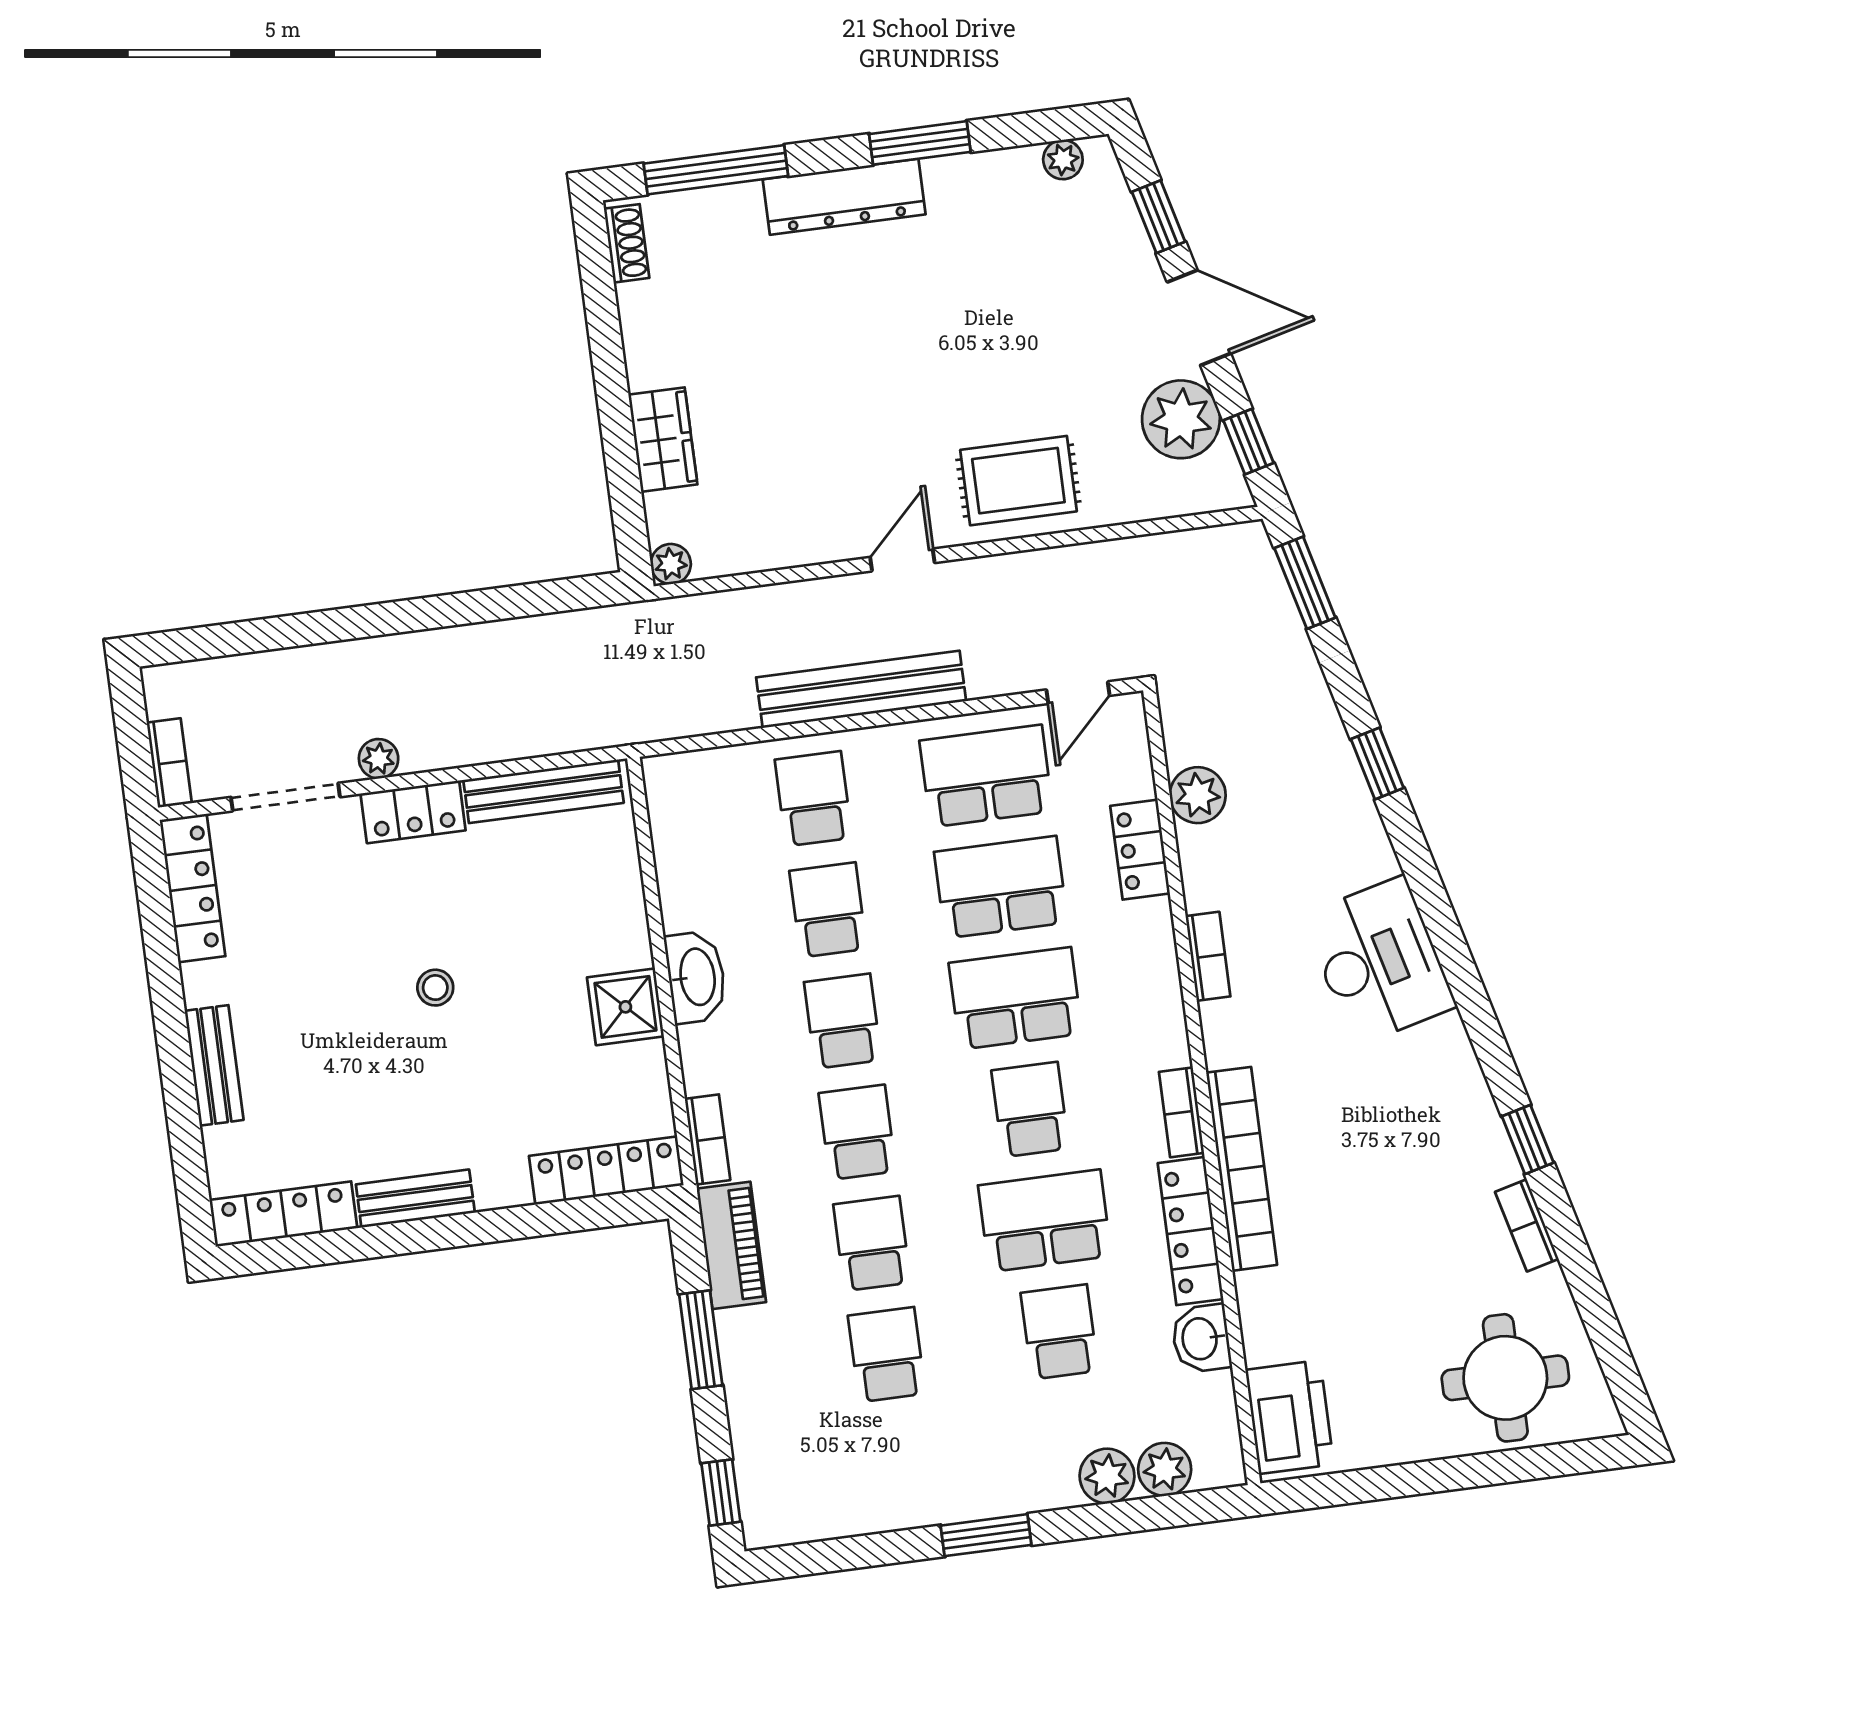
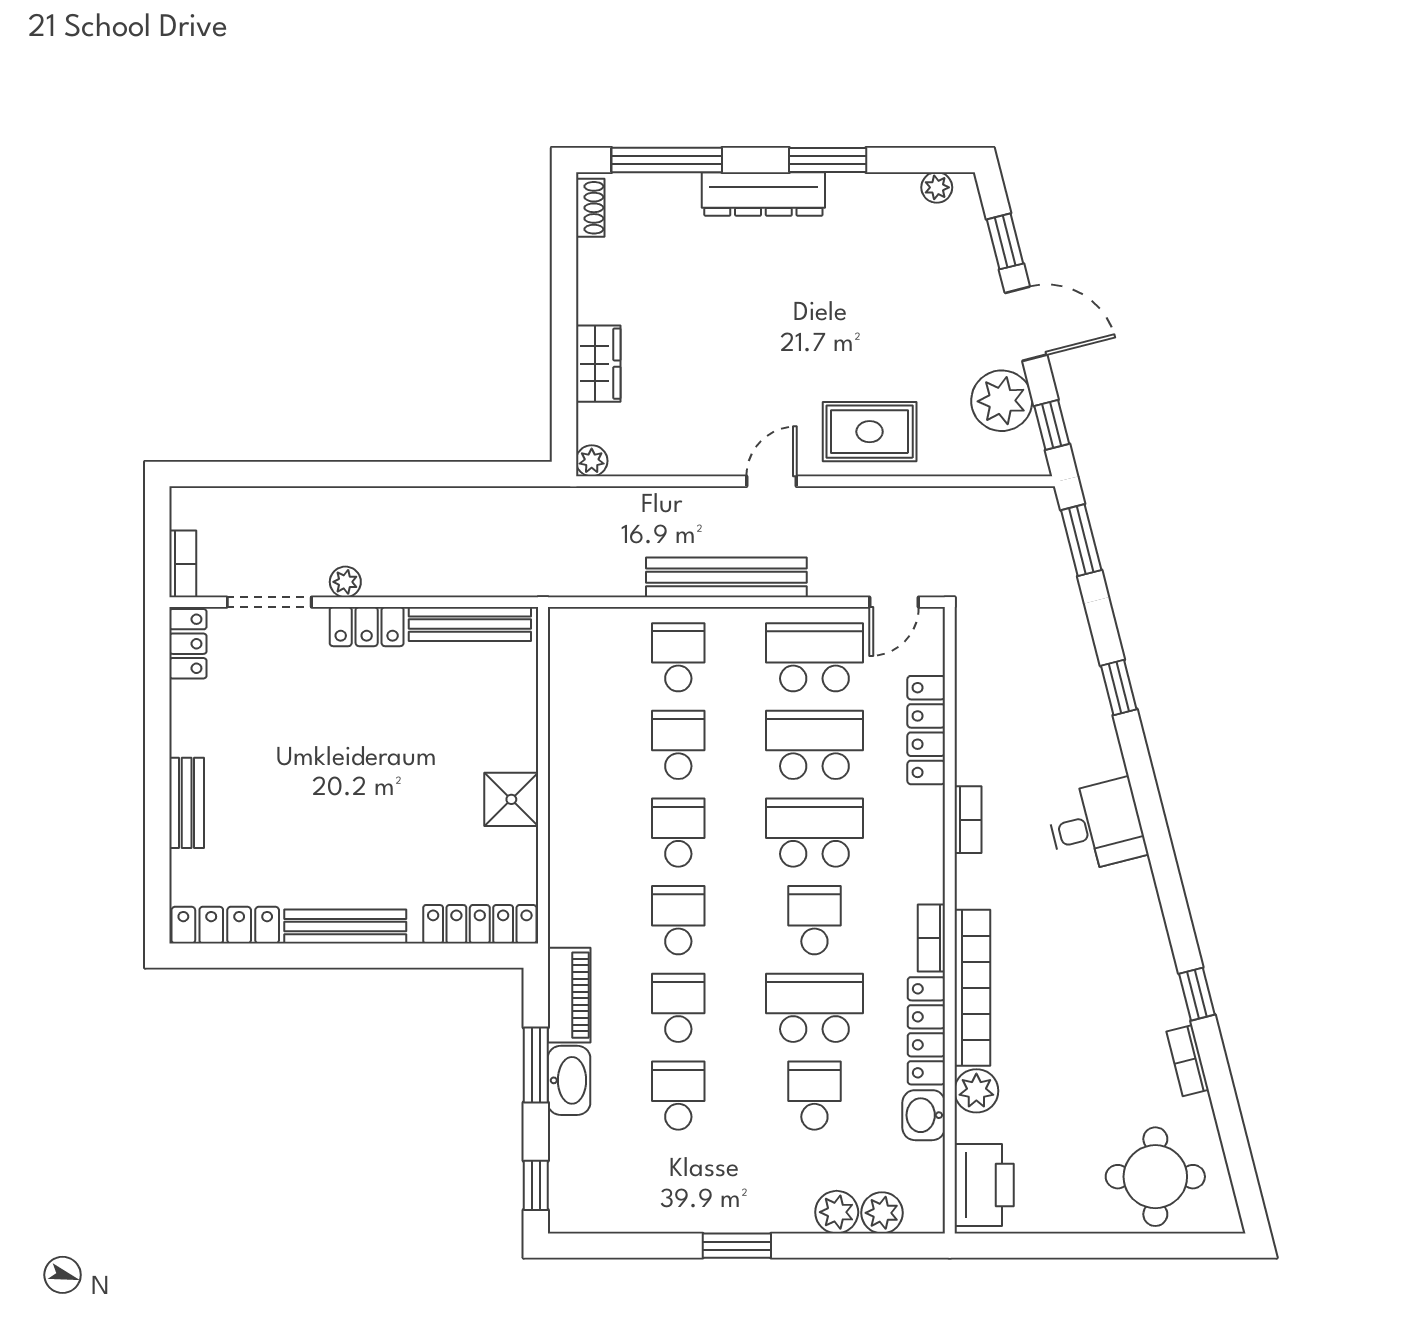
plant: (1198, 795) -> (976, 1091), moved
locker: (1140, 850) -> (926, 730), width x1.53
locker: (192, 888) -> (188, 644), width x0.66
desk: (1379, 961) -> (1096, 826), width x0.73
washbasin: (696, 977) -> (569, 1080), moved
stool: (435, 988) -> (366, 765), removed
bookcase: (707, 1139) -> (561, 910), removed
bench: (415, 1199) -> (345, 927), width x1.36

